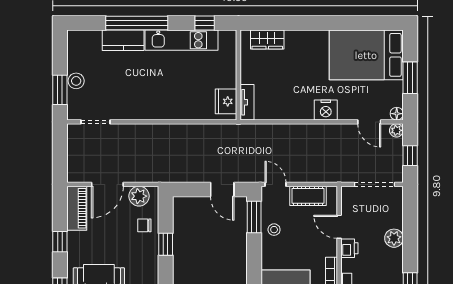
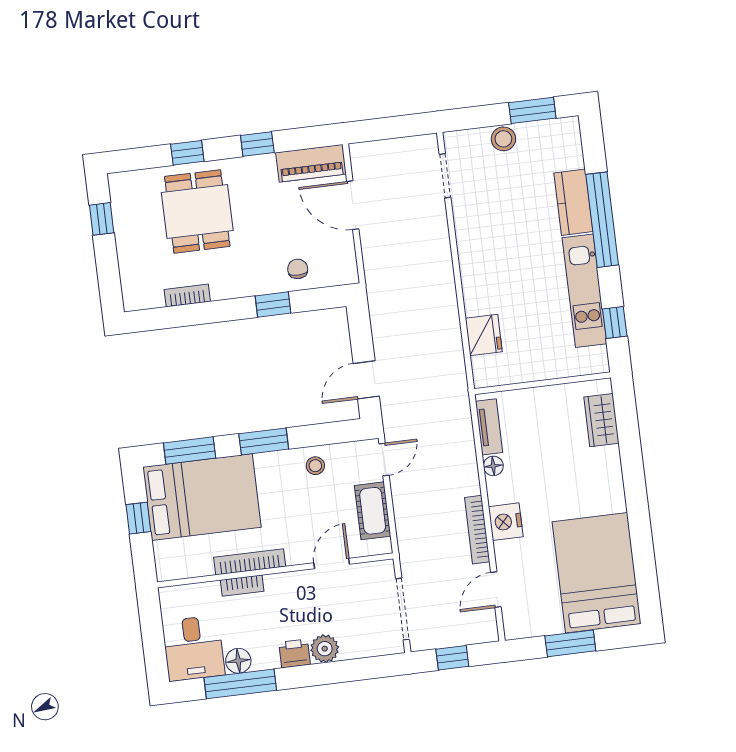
window: (60, 90) -> (532, 110), moved
fridge: (226, 101) -> (484, 335), moved, turned 90
tv unit: (247, 102) -> (489, 427), moved, turned -90
floor lamp: (397, 114) -> (493, 466), moved
bookcase: (329, 129) -> (477, 530), added
plant: (396, 130) -> (488, 632), removed
plant: (139, 196) -> (341, 255), removed
window: (254, 217) -> (264, 441), moved
printer: (349, 248) -> (294, 653), moved, turned 180

